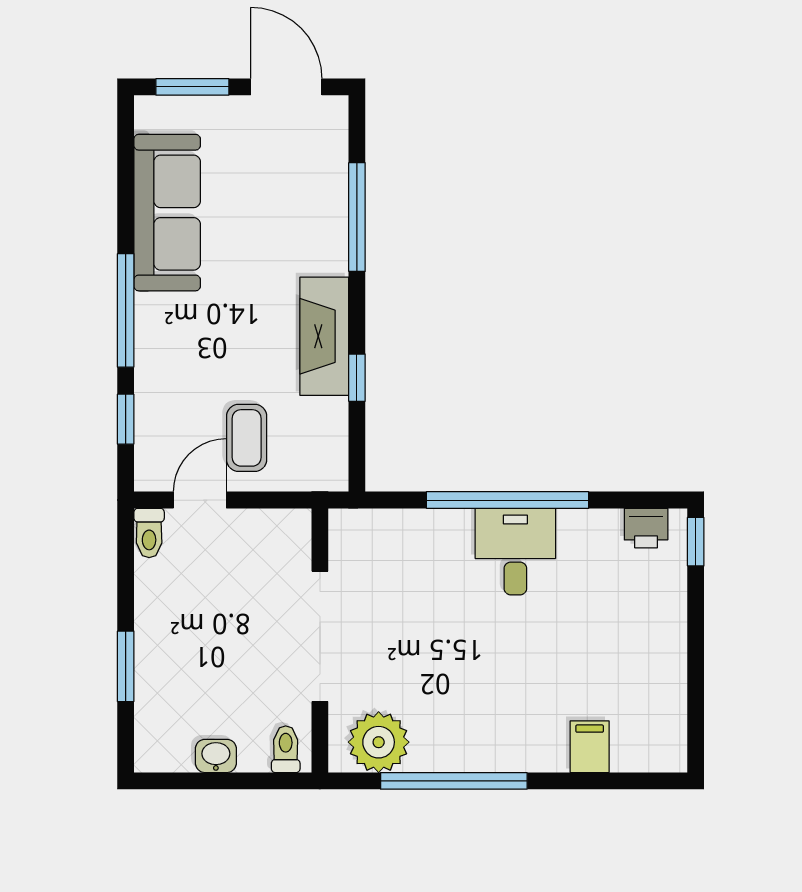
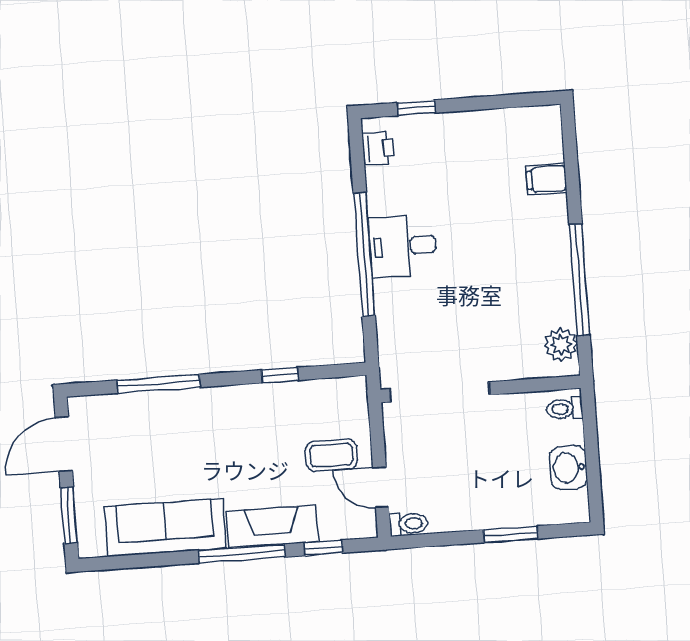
fireplace: (324, 336) -> (272, 527), moved, turned 180
window: (696, 542) -> (417, 108), moved
doorway: (320, 636) -> (440, 392), moved
plant: (379, 742) -> (561, 345), width x0.73, depth x0.73
washbasin: (216, 756) -> (568, 468), width x1.38, depth x1.45

